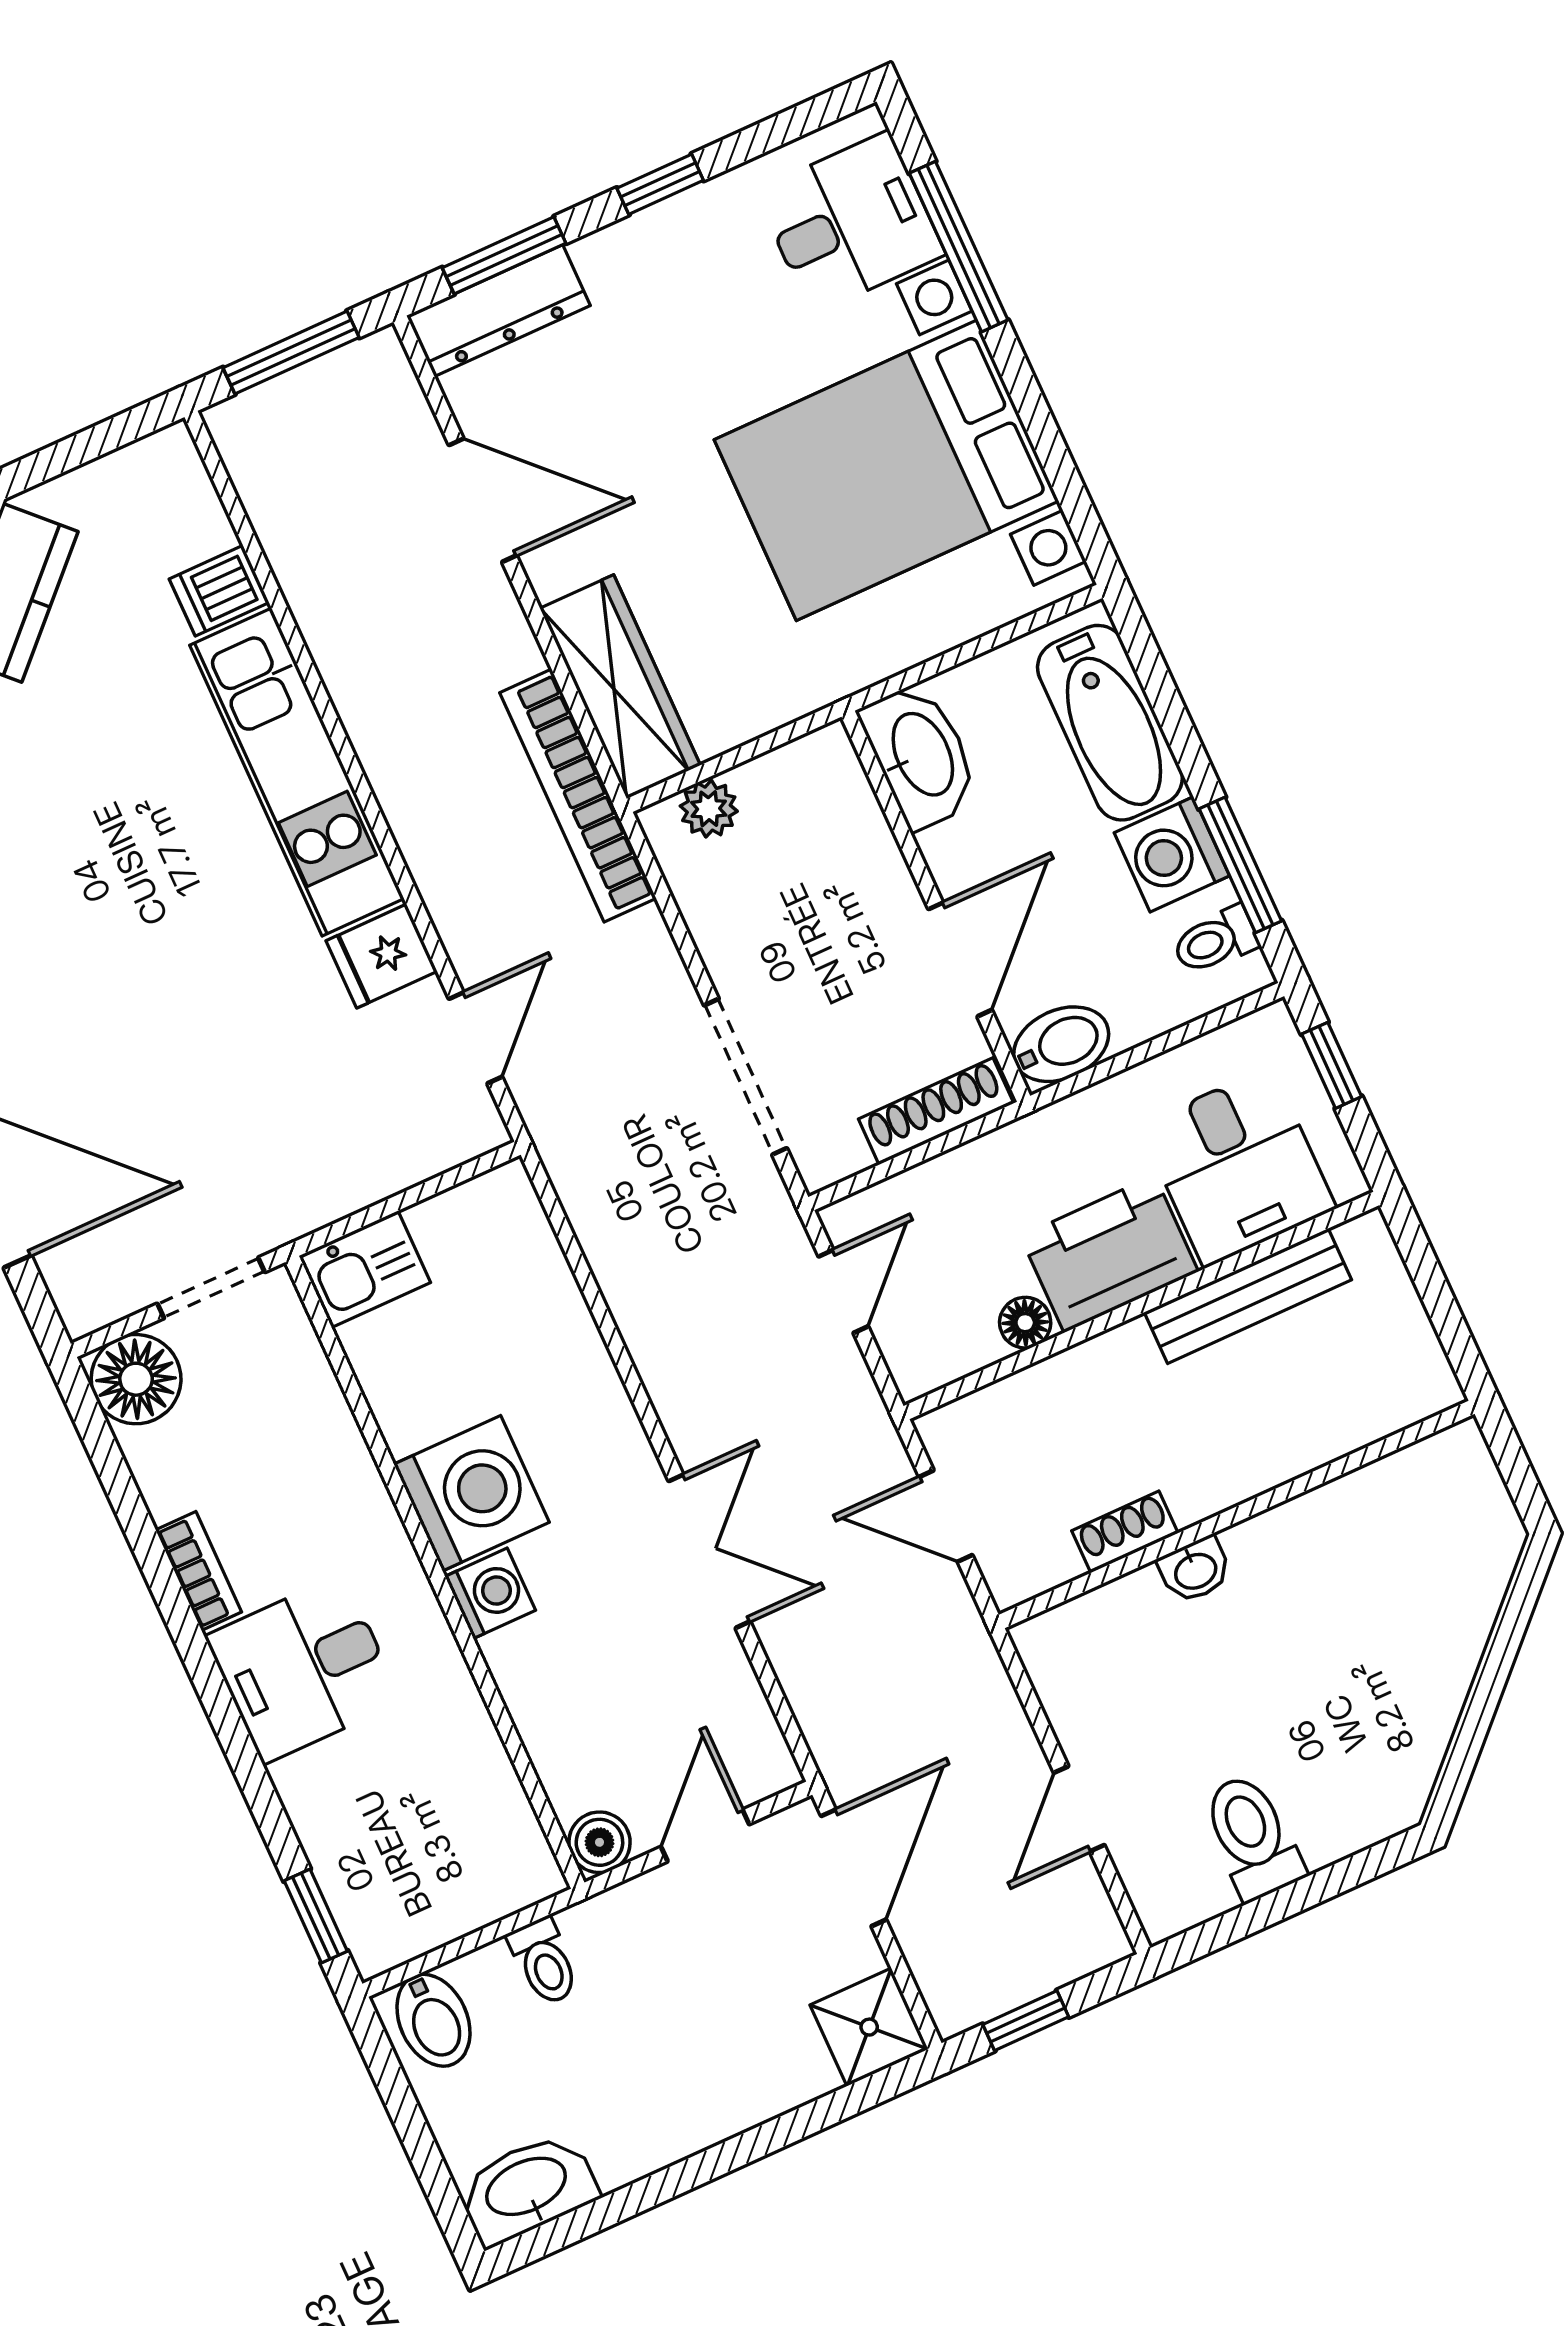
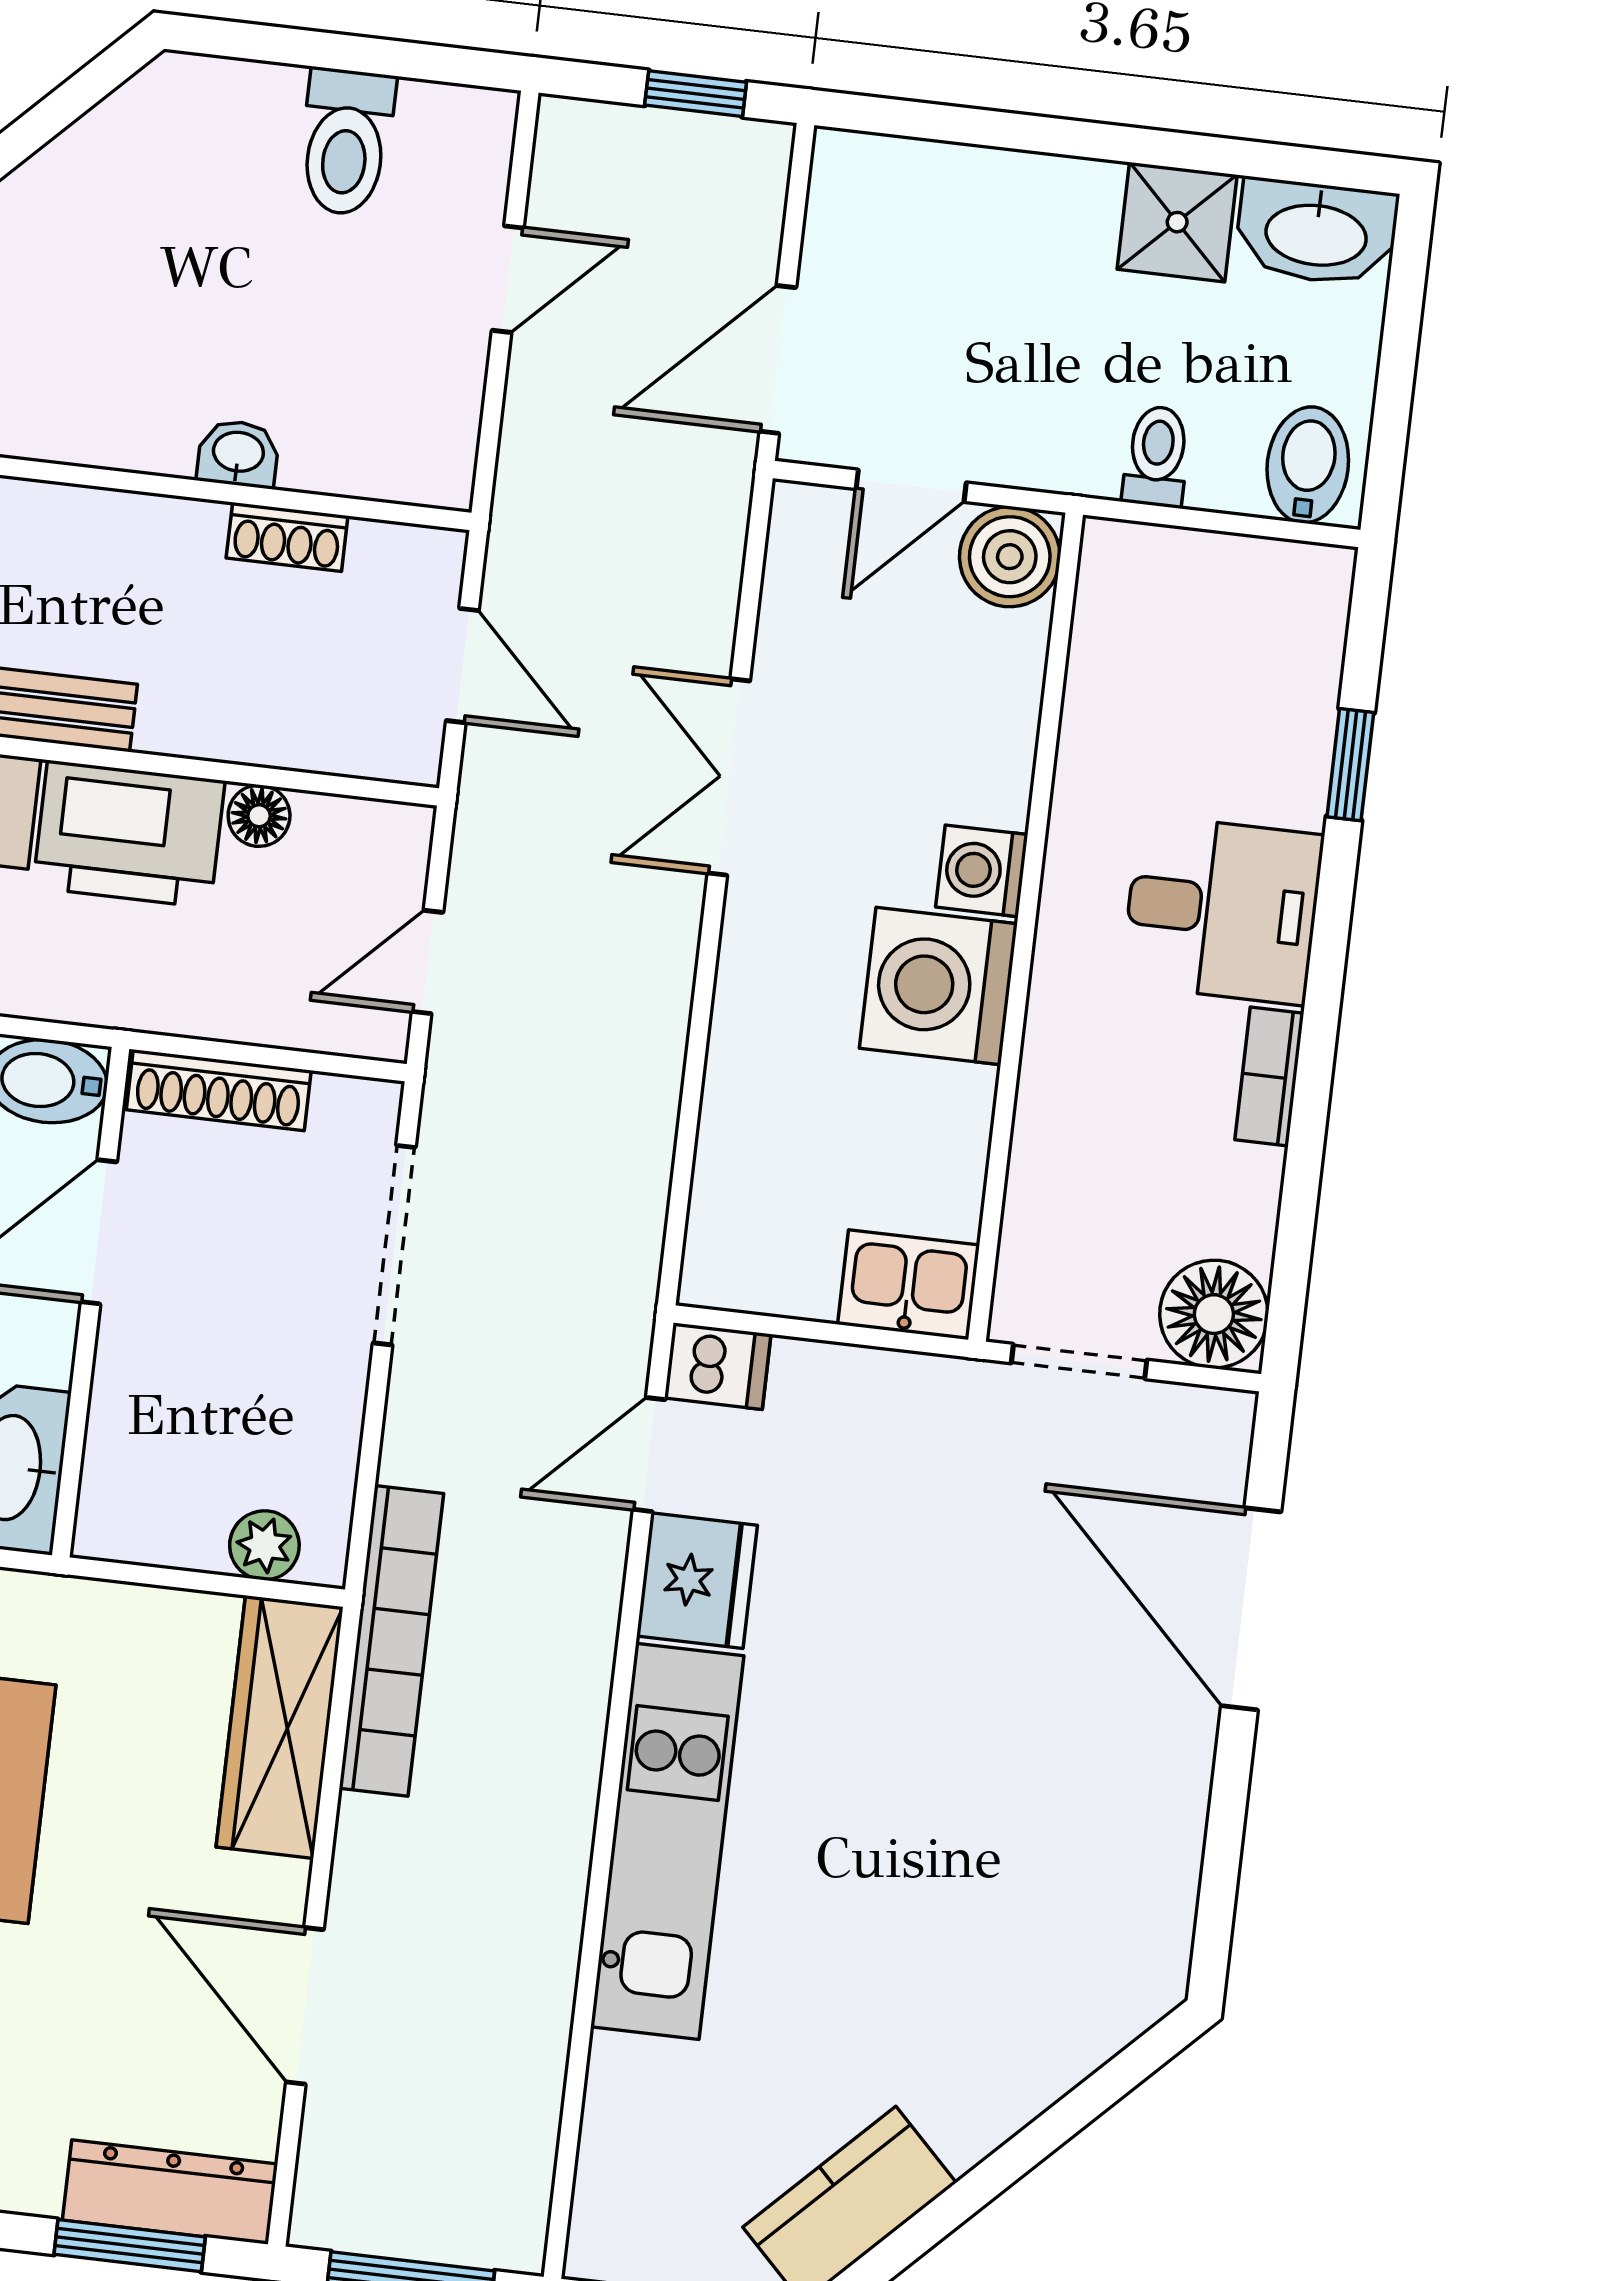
dishwasher: (219, 591) -> (718, 1366), moved
fridge: (382, 956) -> (697, 1581), width x1.38
boiler: (599, 1842) -> (1010, 557), width x1.36, depth x1.36
window: (316, 1916) -> (1350, 765), moved
shower: (869, 2027) -> (1177, 222), moved

